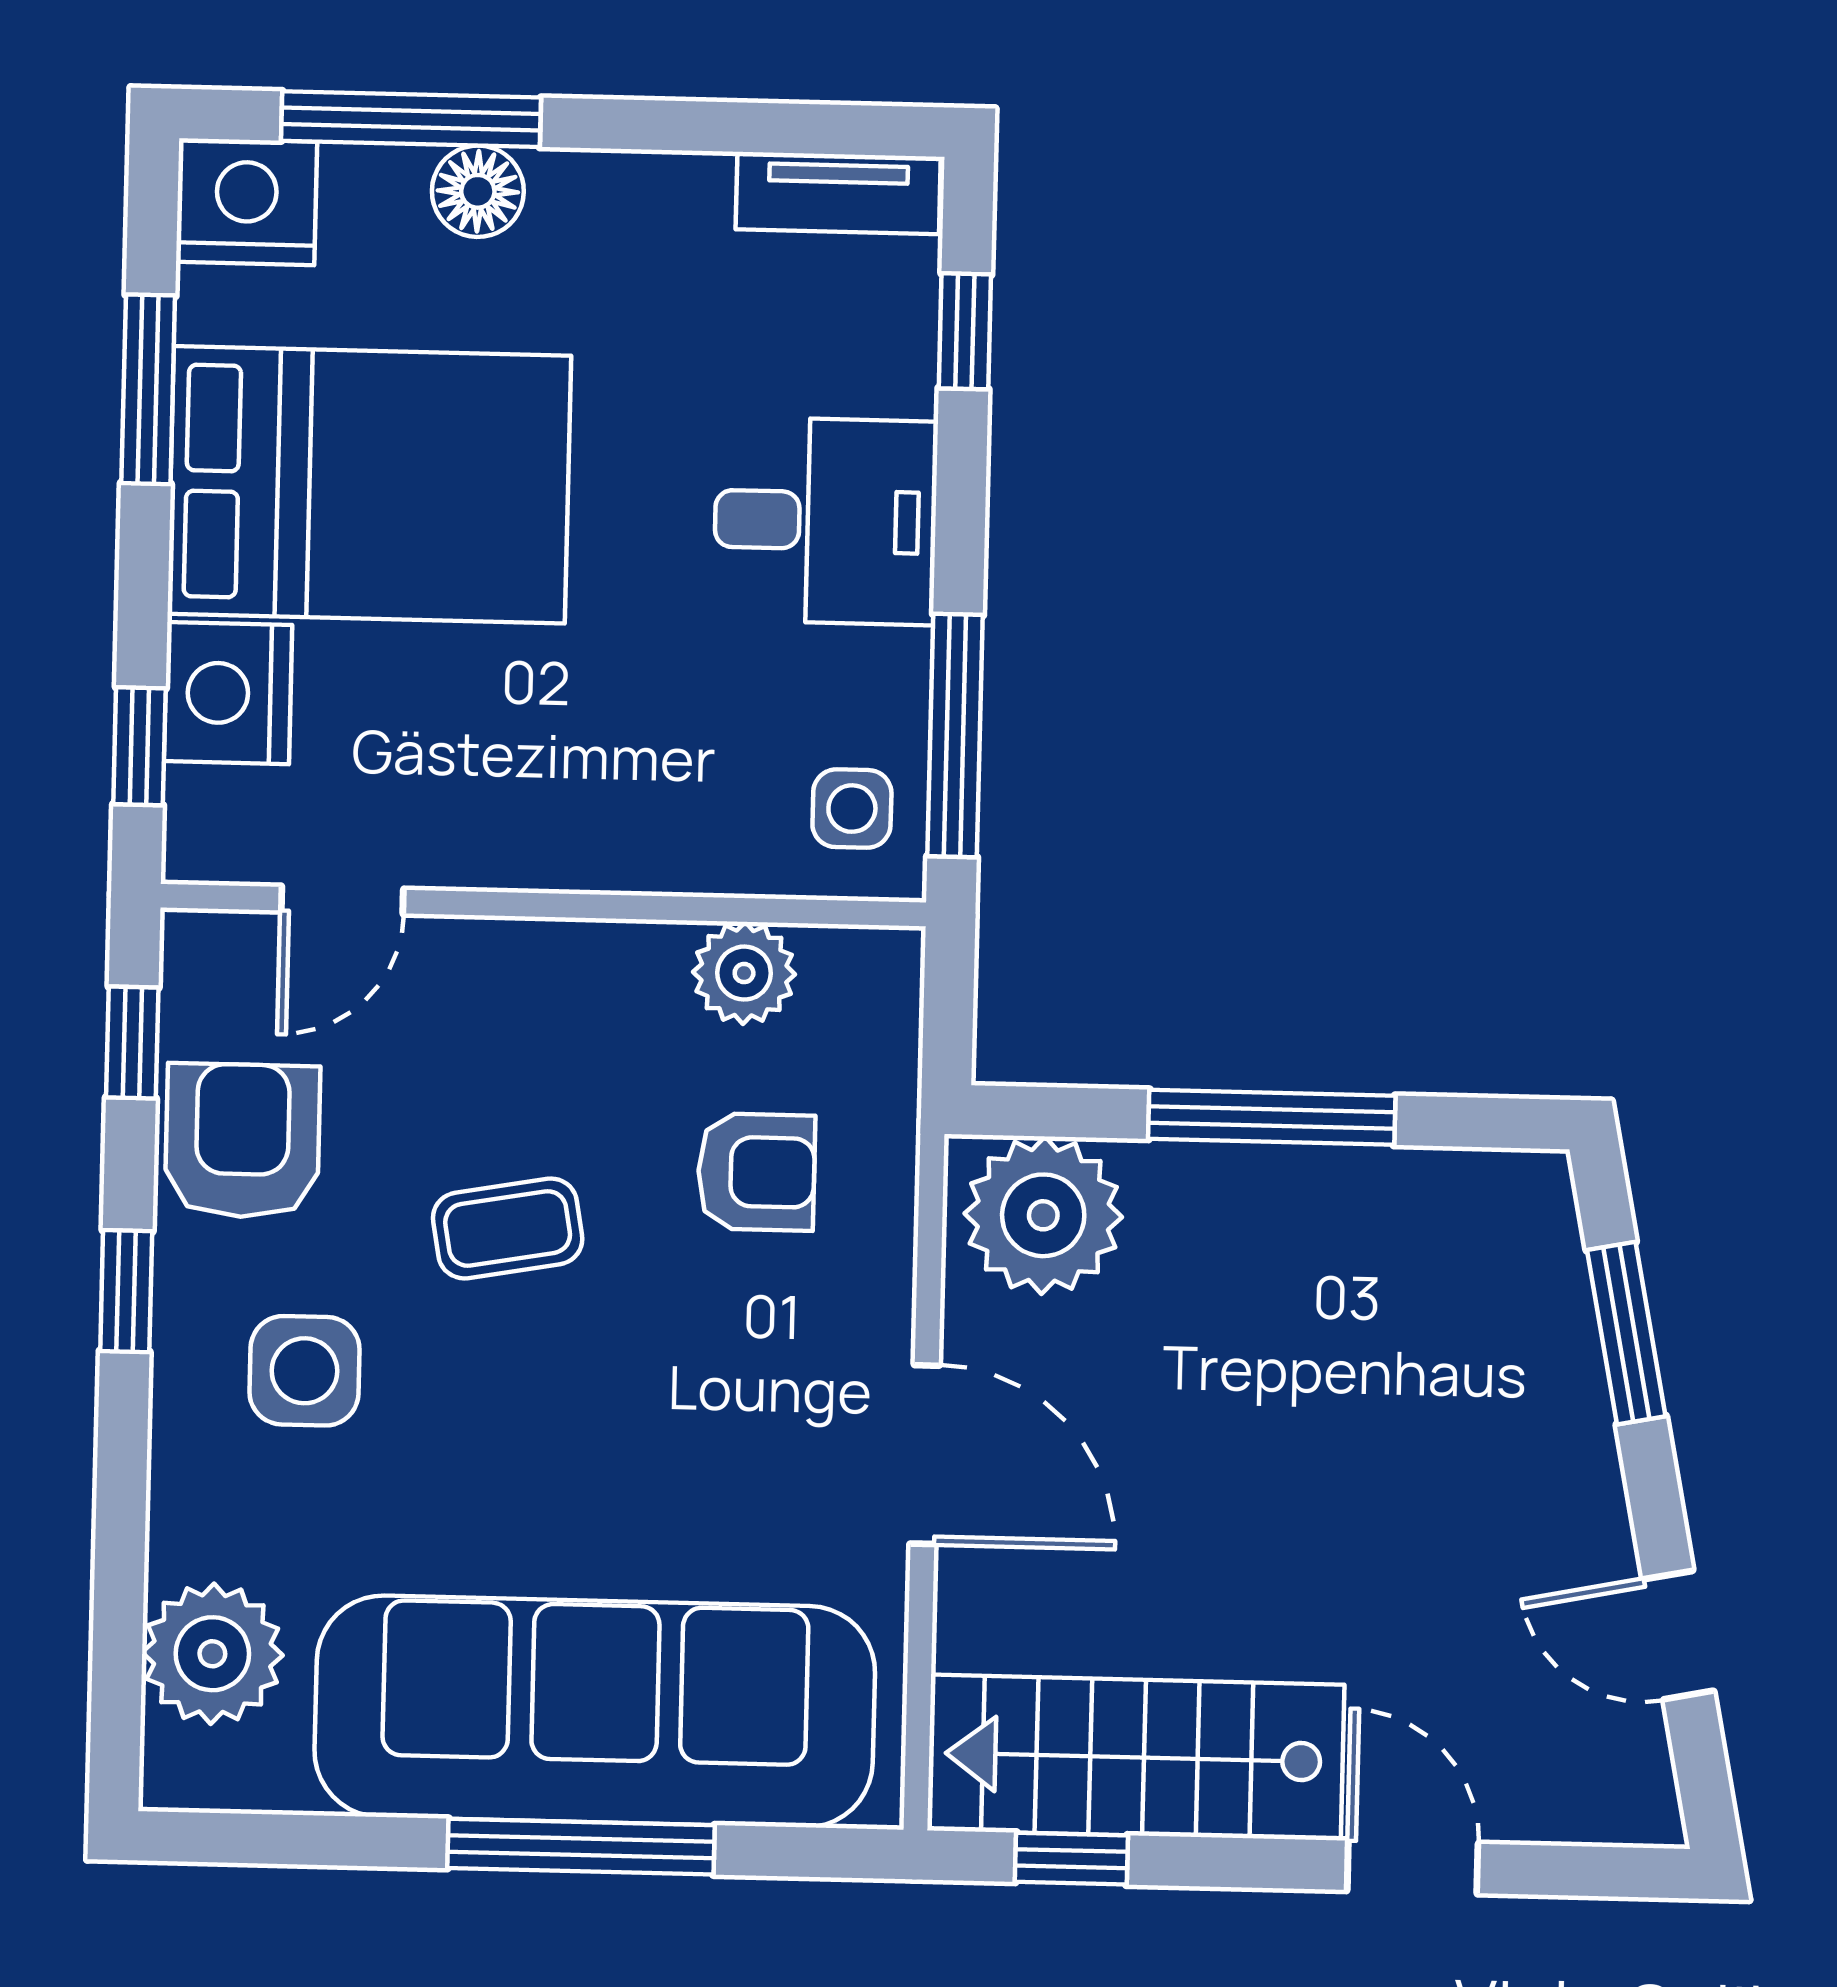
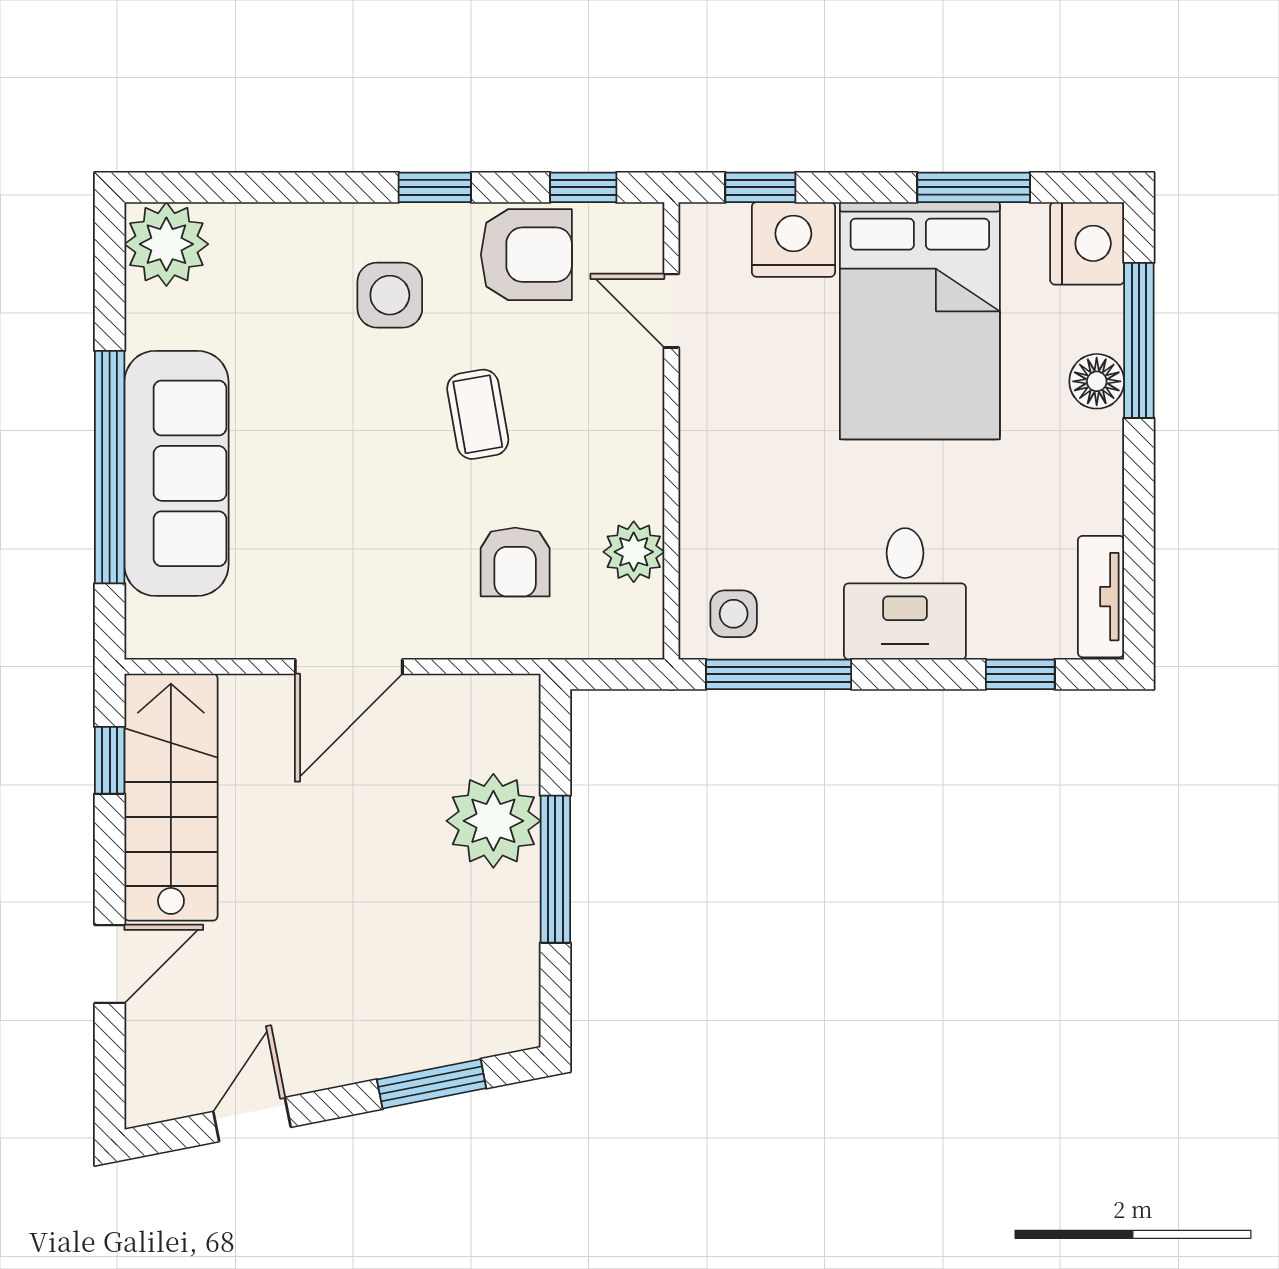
plant: (1043, 1215) -> (493, 821), moved
plant: (212, 1654) -> (166, 244), moved
sofa: (595, 1711) -> (176, 473), width x0.74, depth x0.79
window: (581, 1847) -> (110, 467), width x1.46

